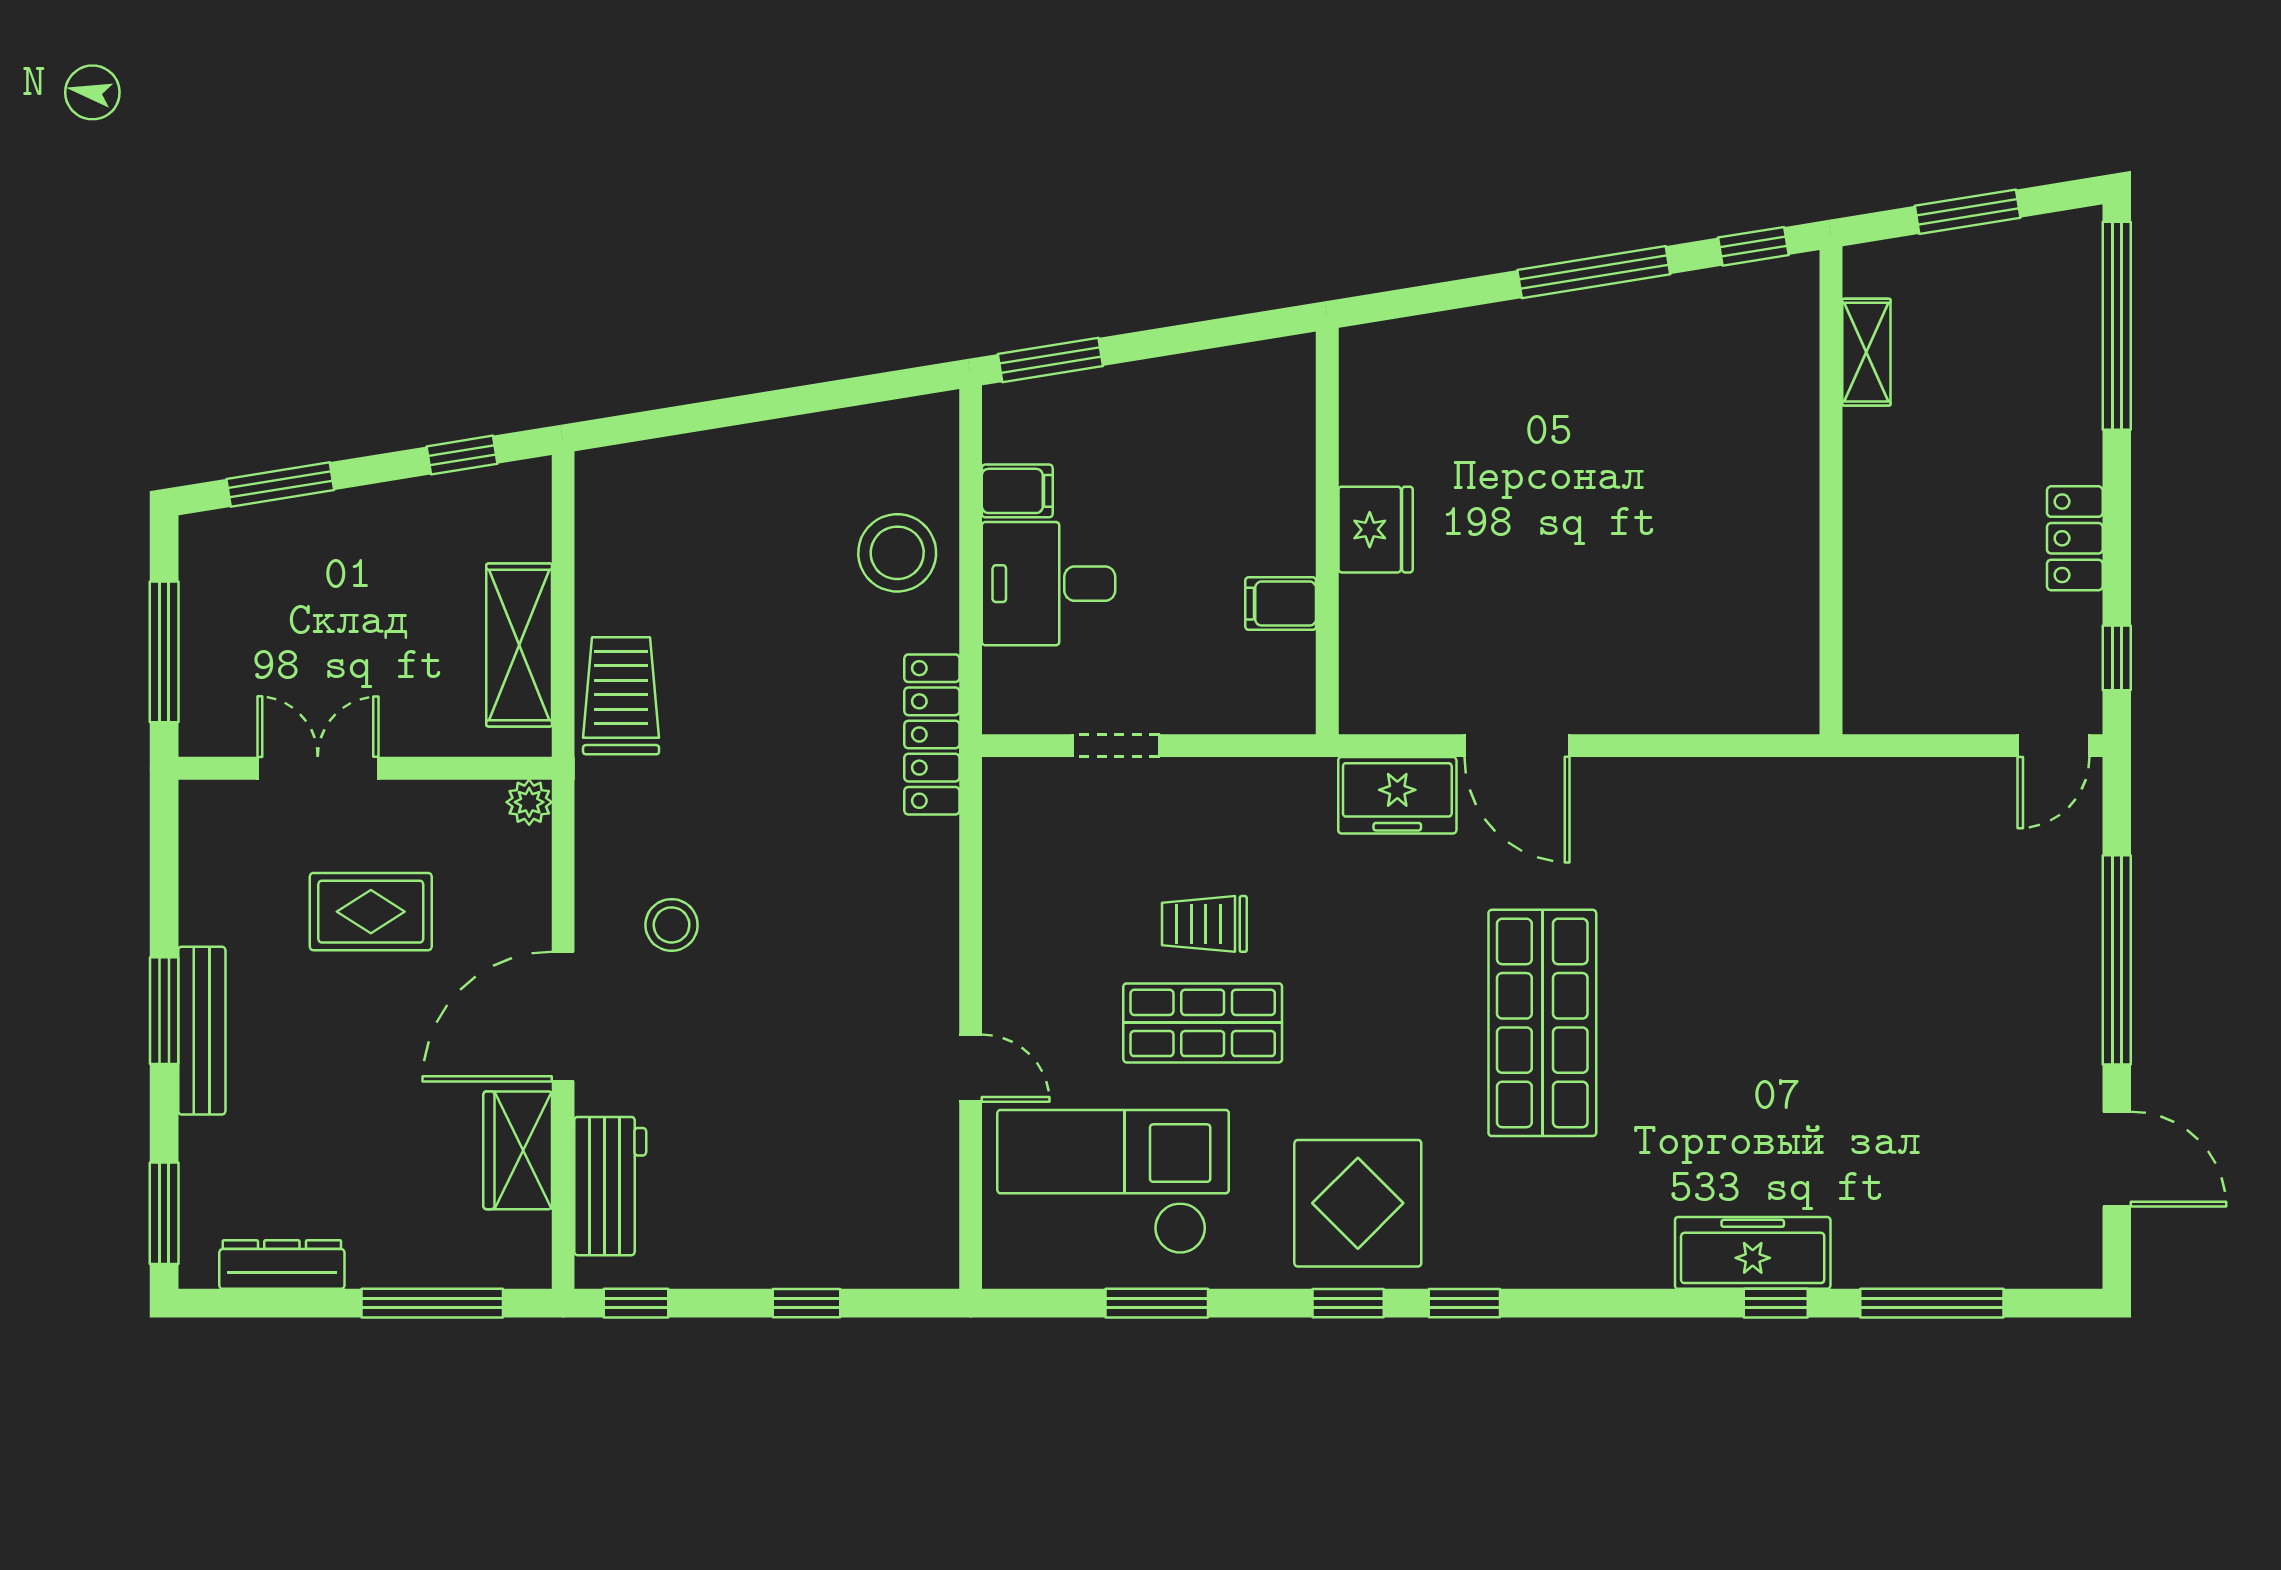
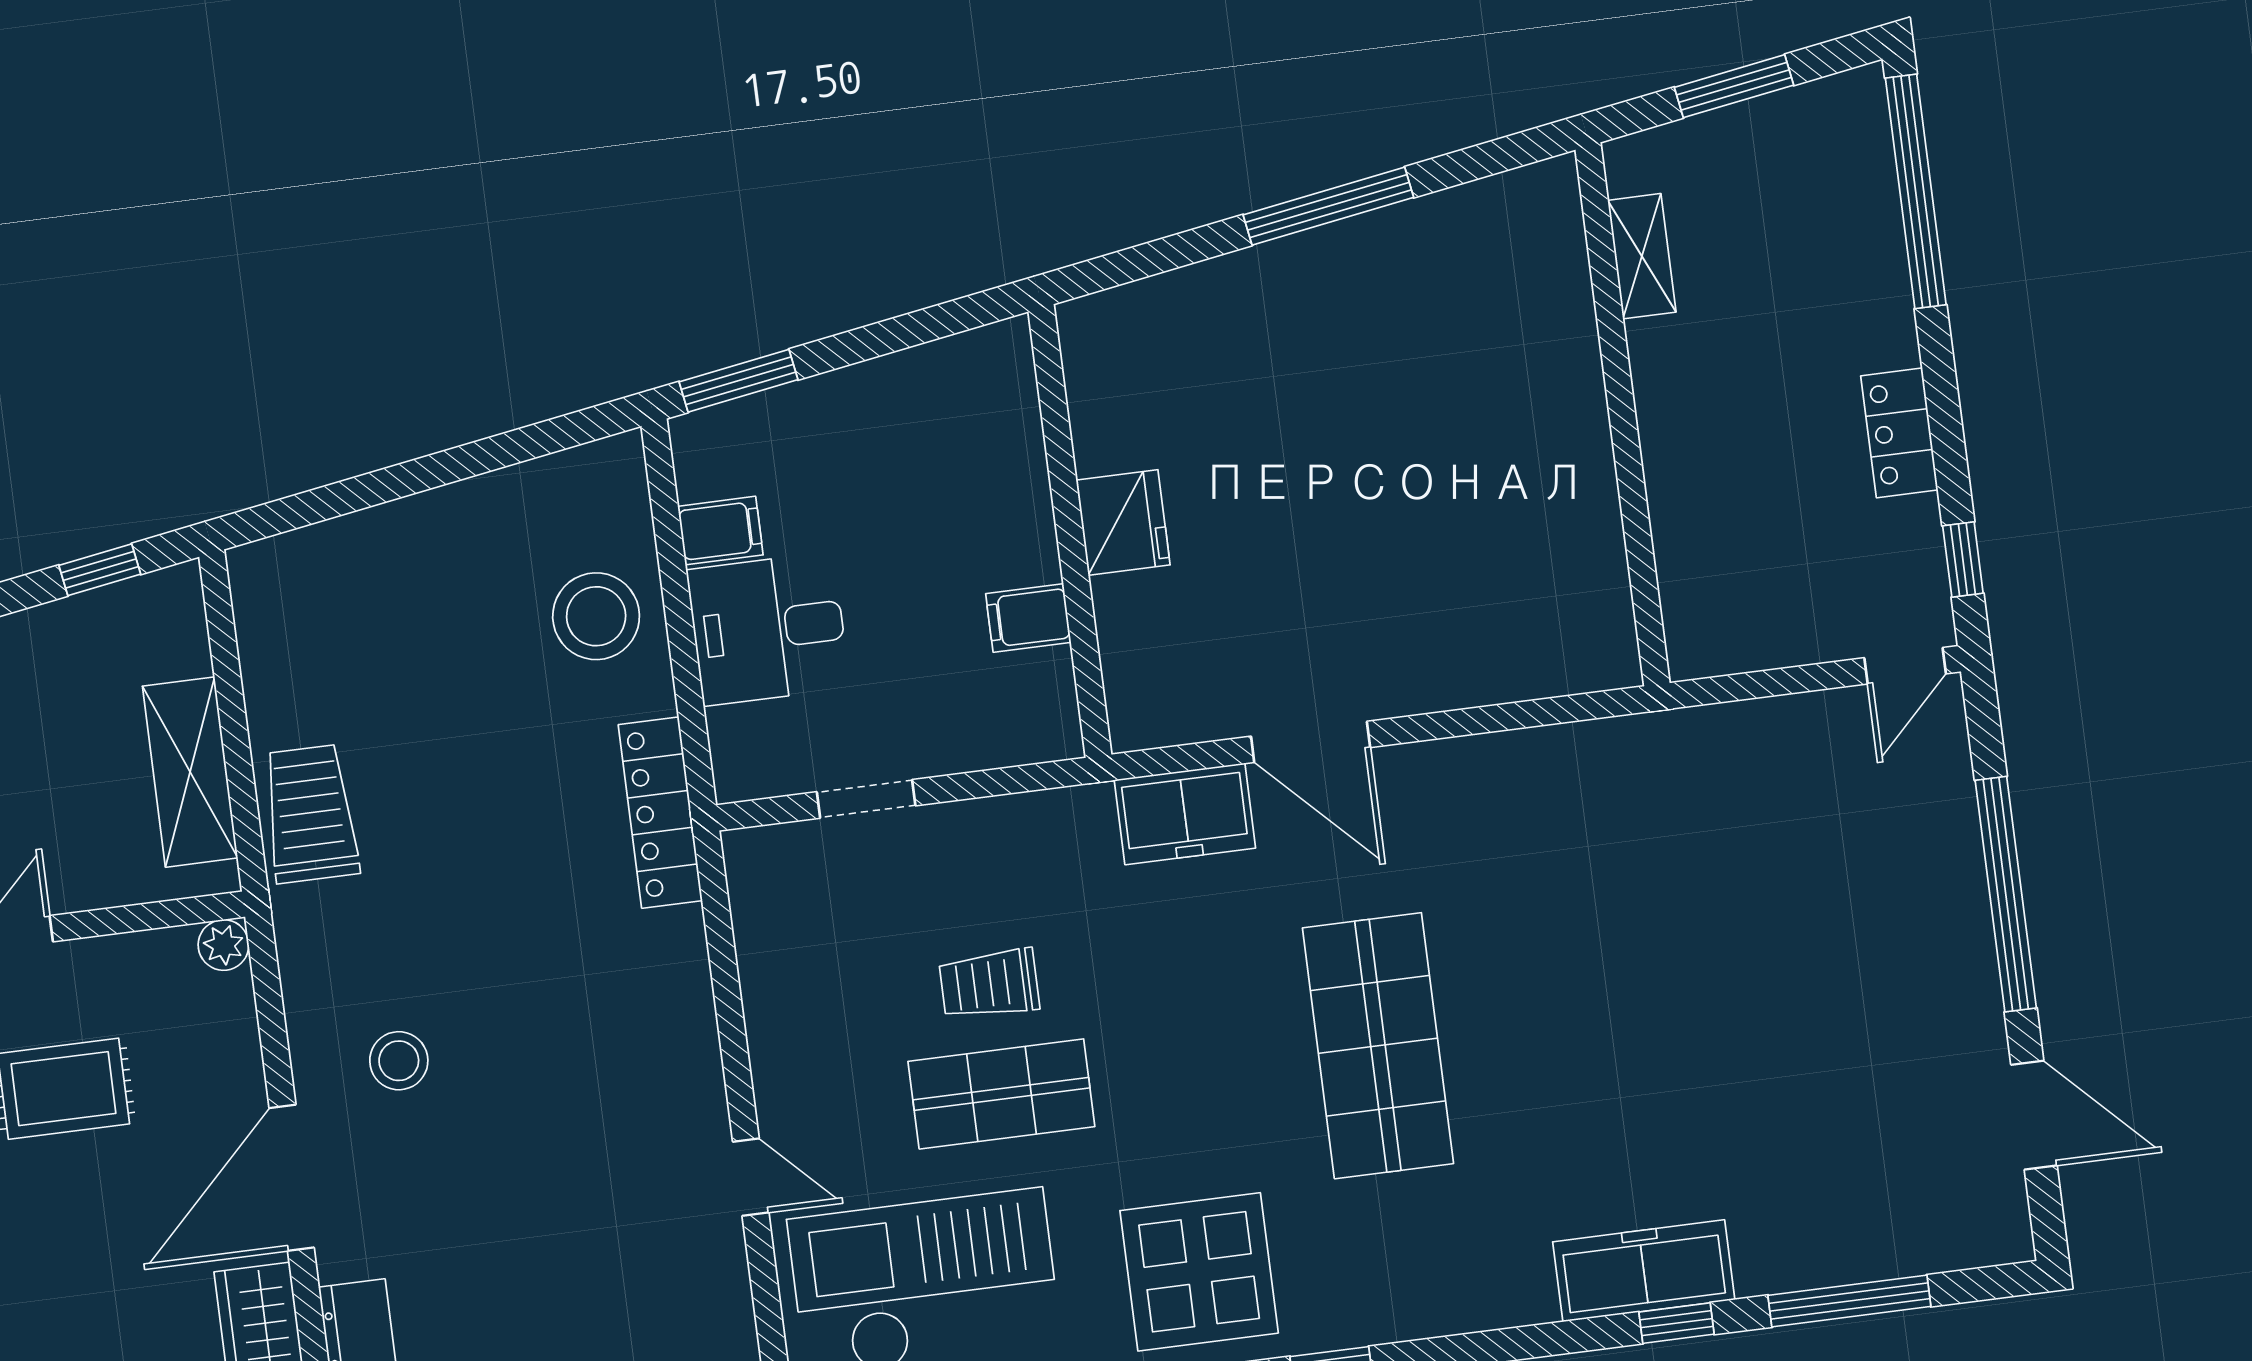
window: (1753, 246) -> (1502, 155), removed

